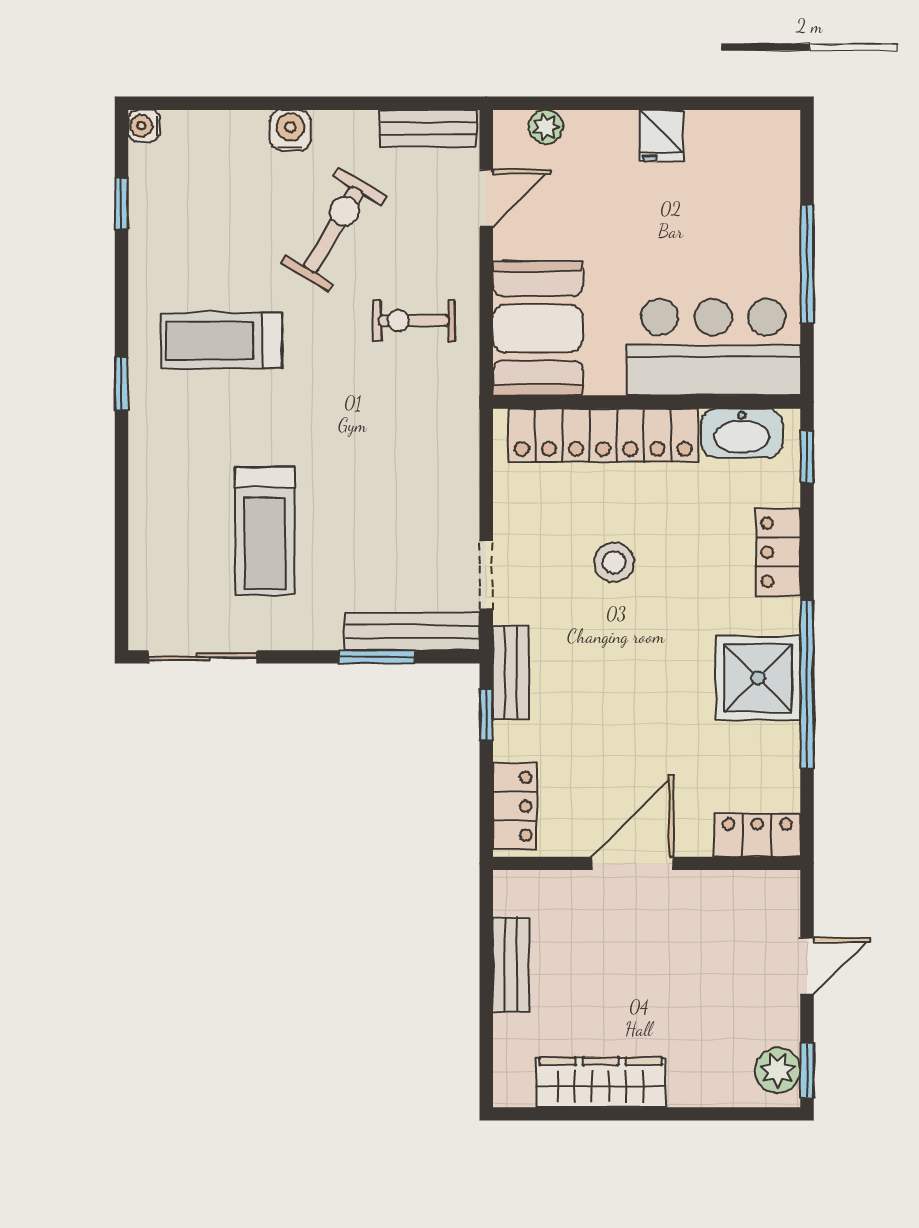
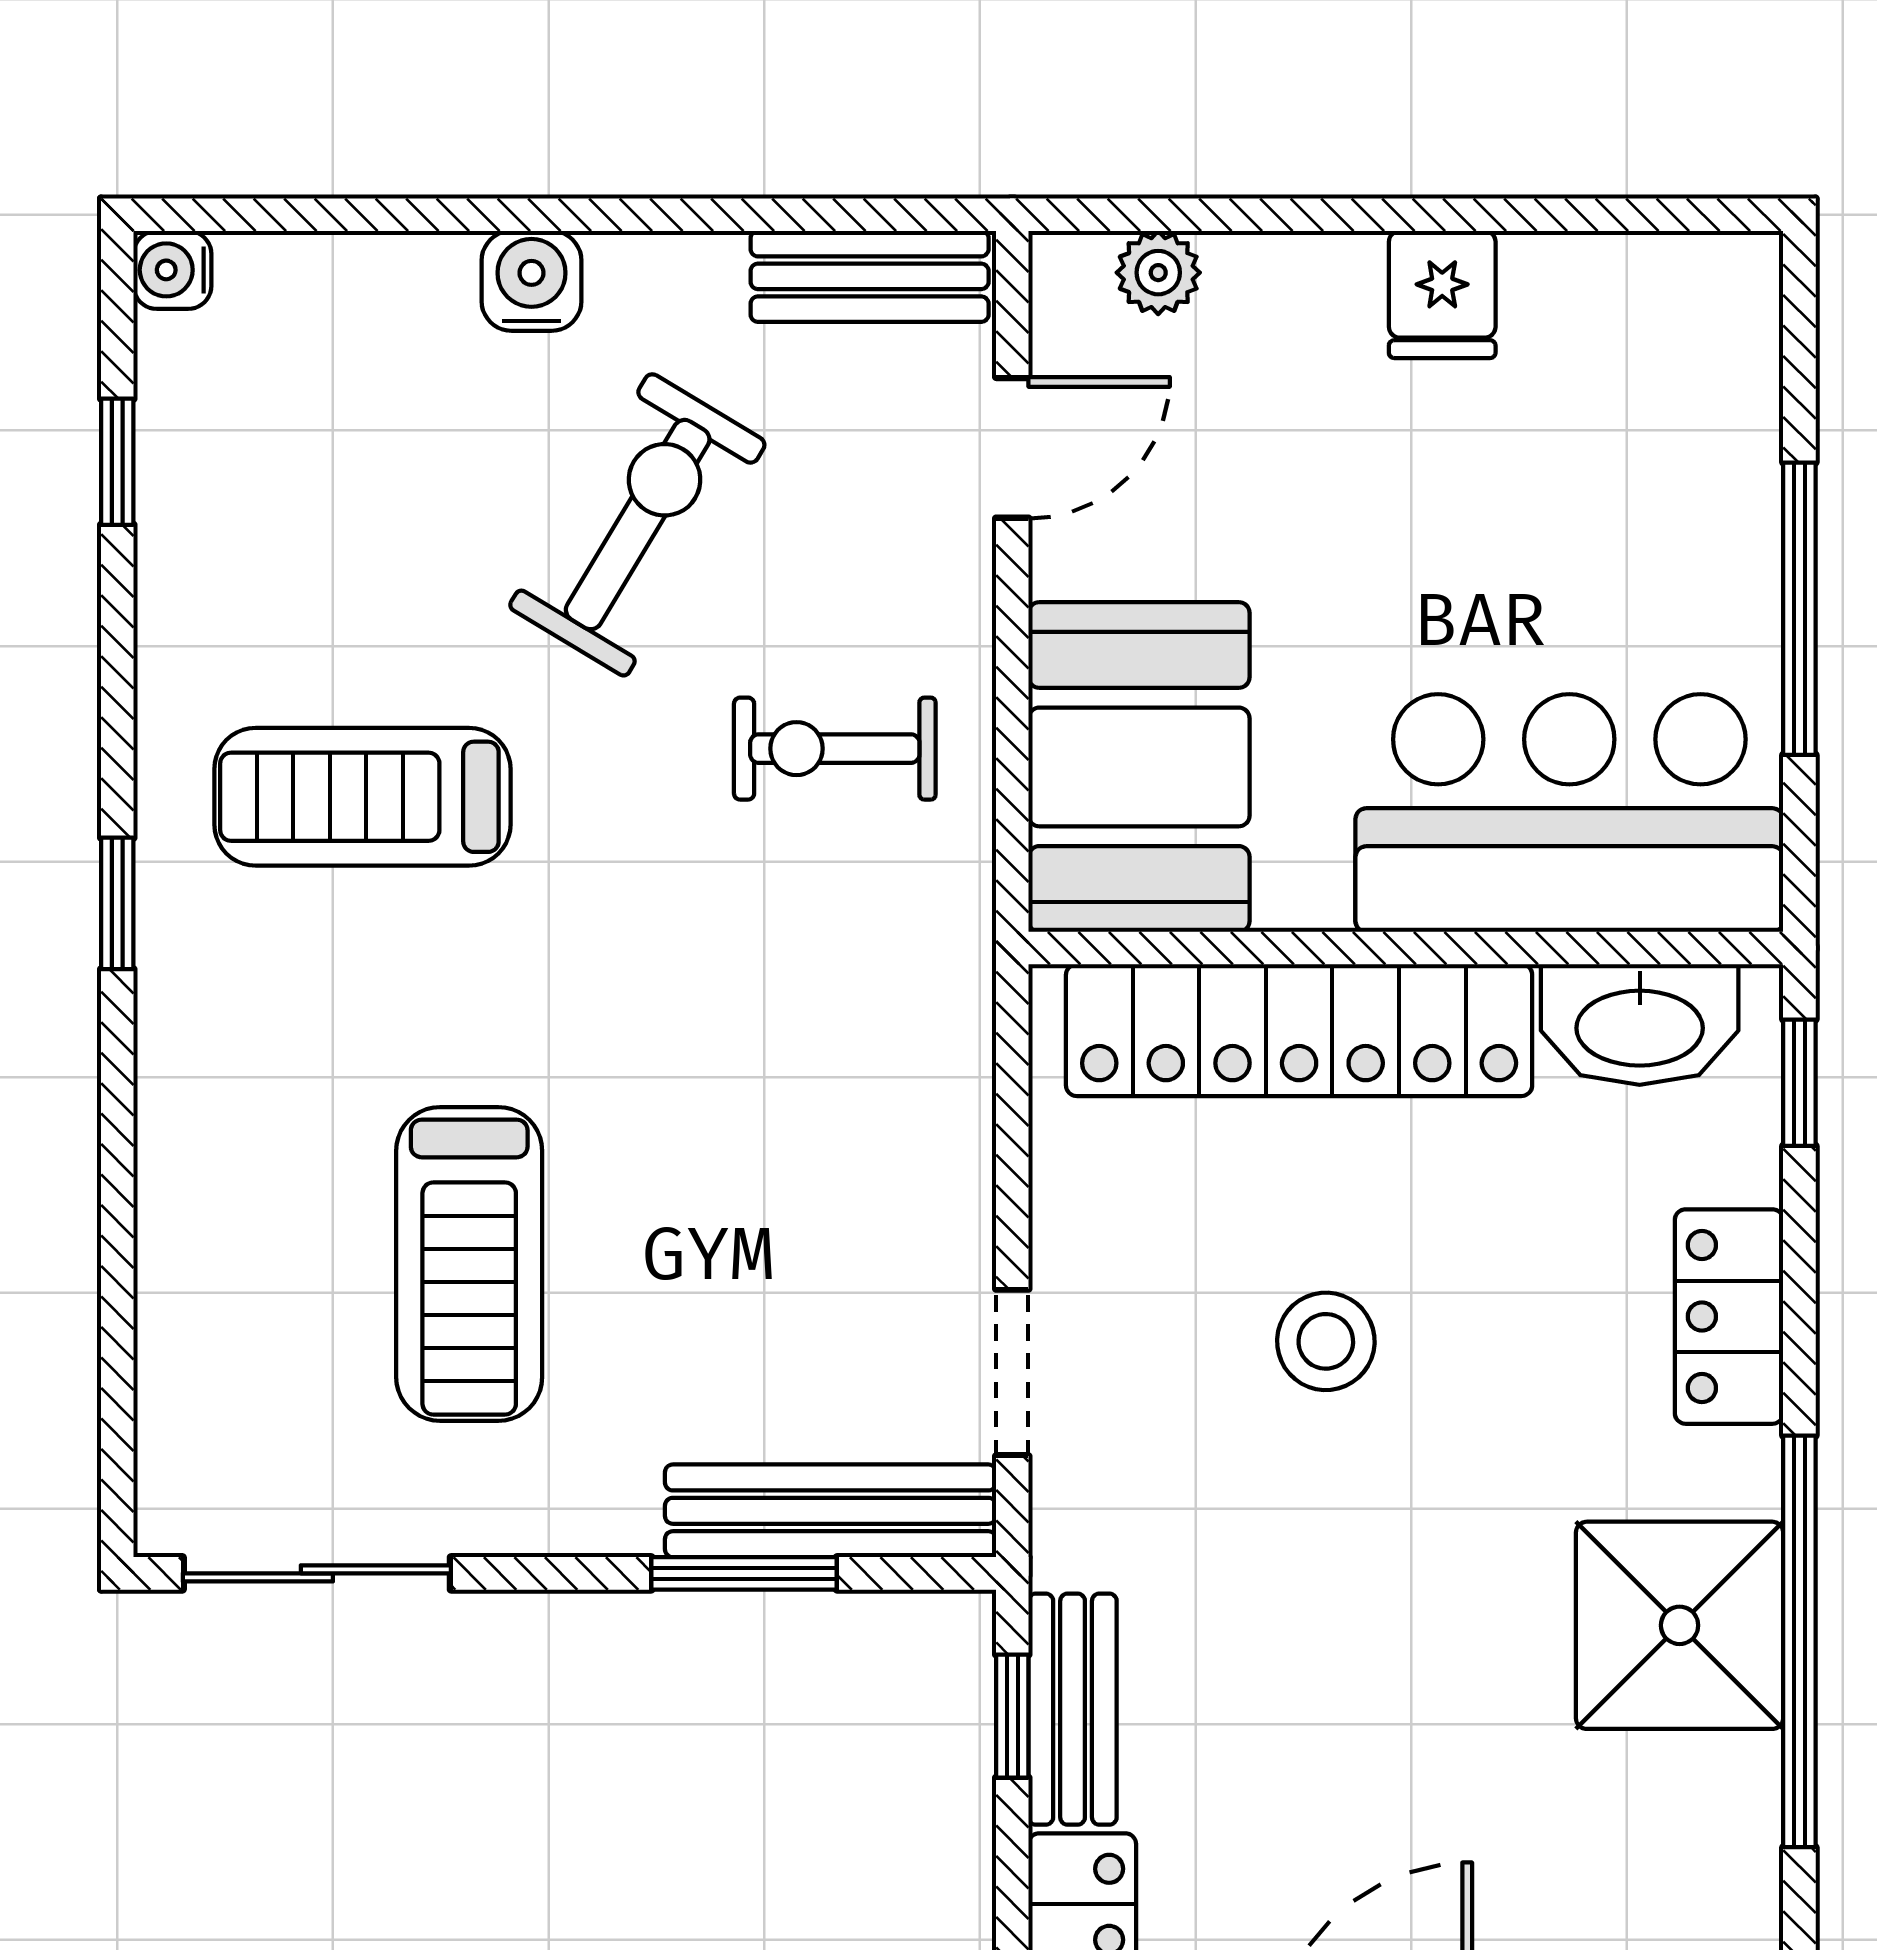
bench: (511, 673) -> (1073, 1709), moved

